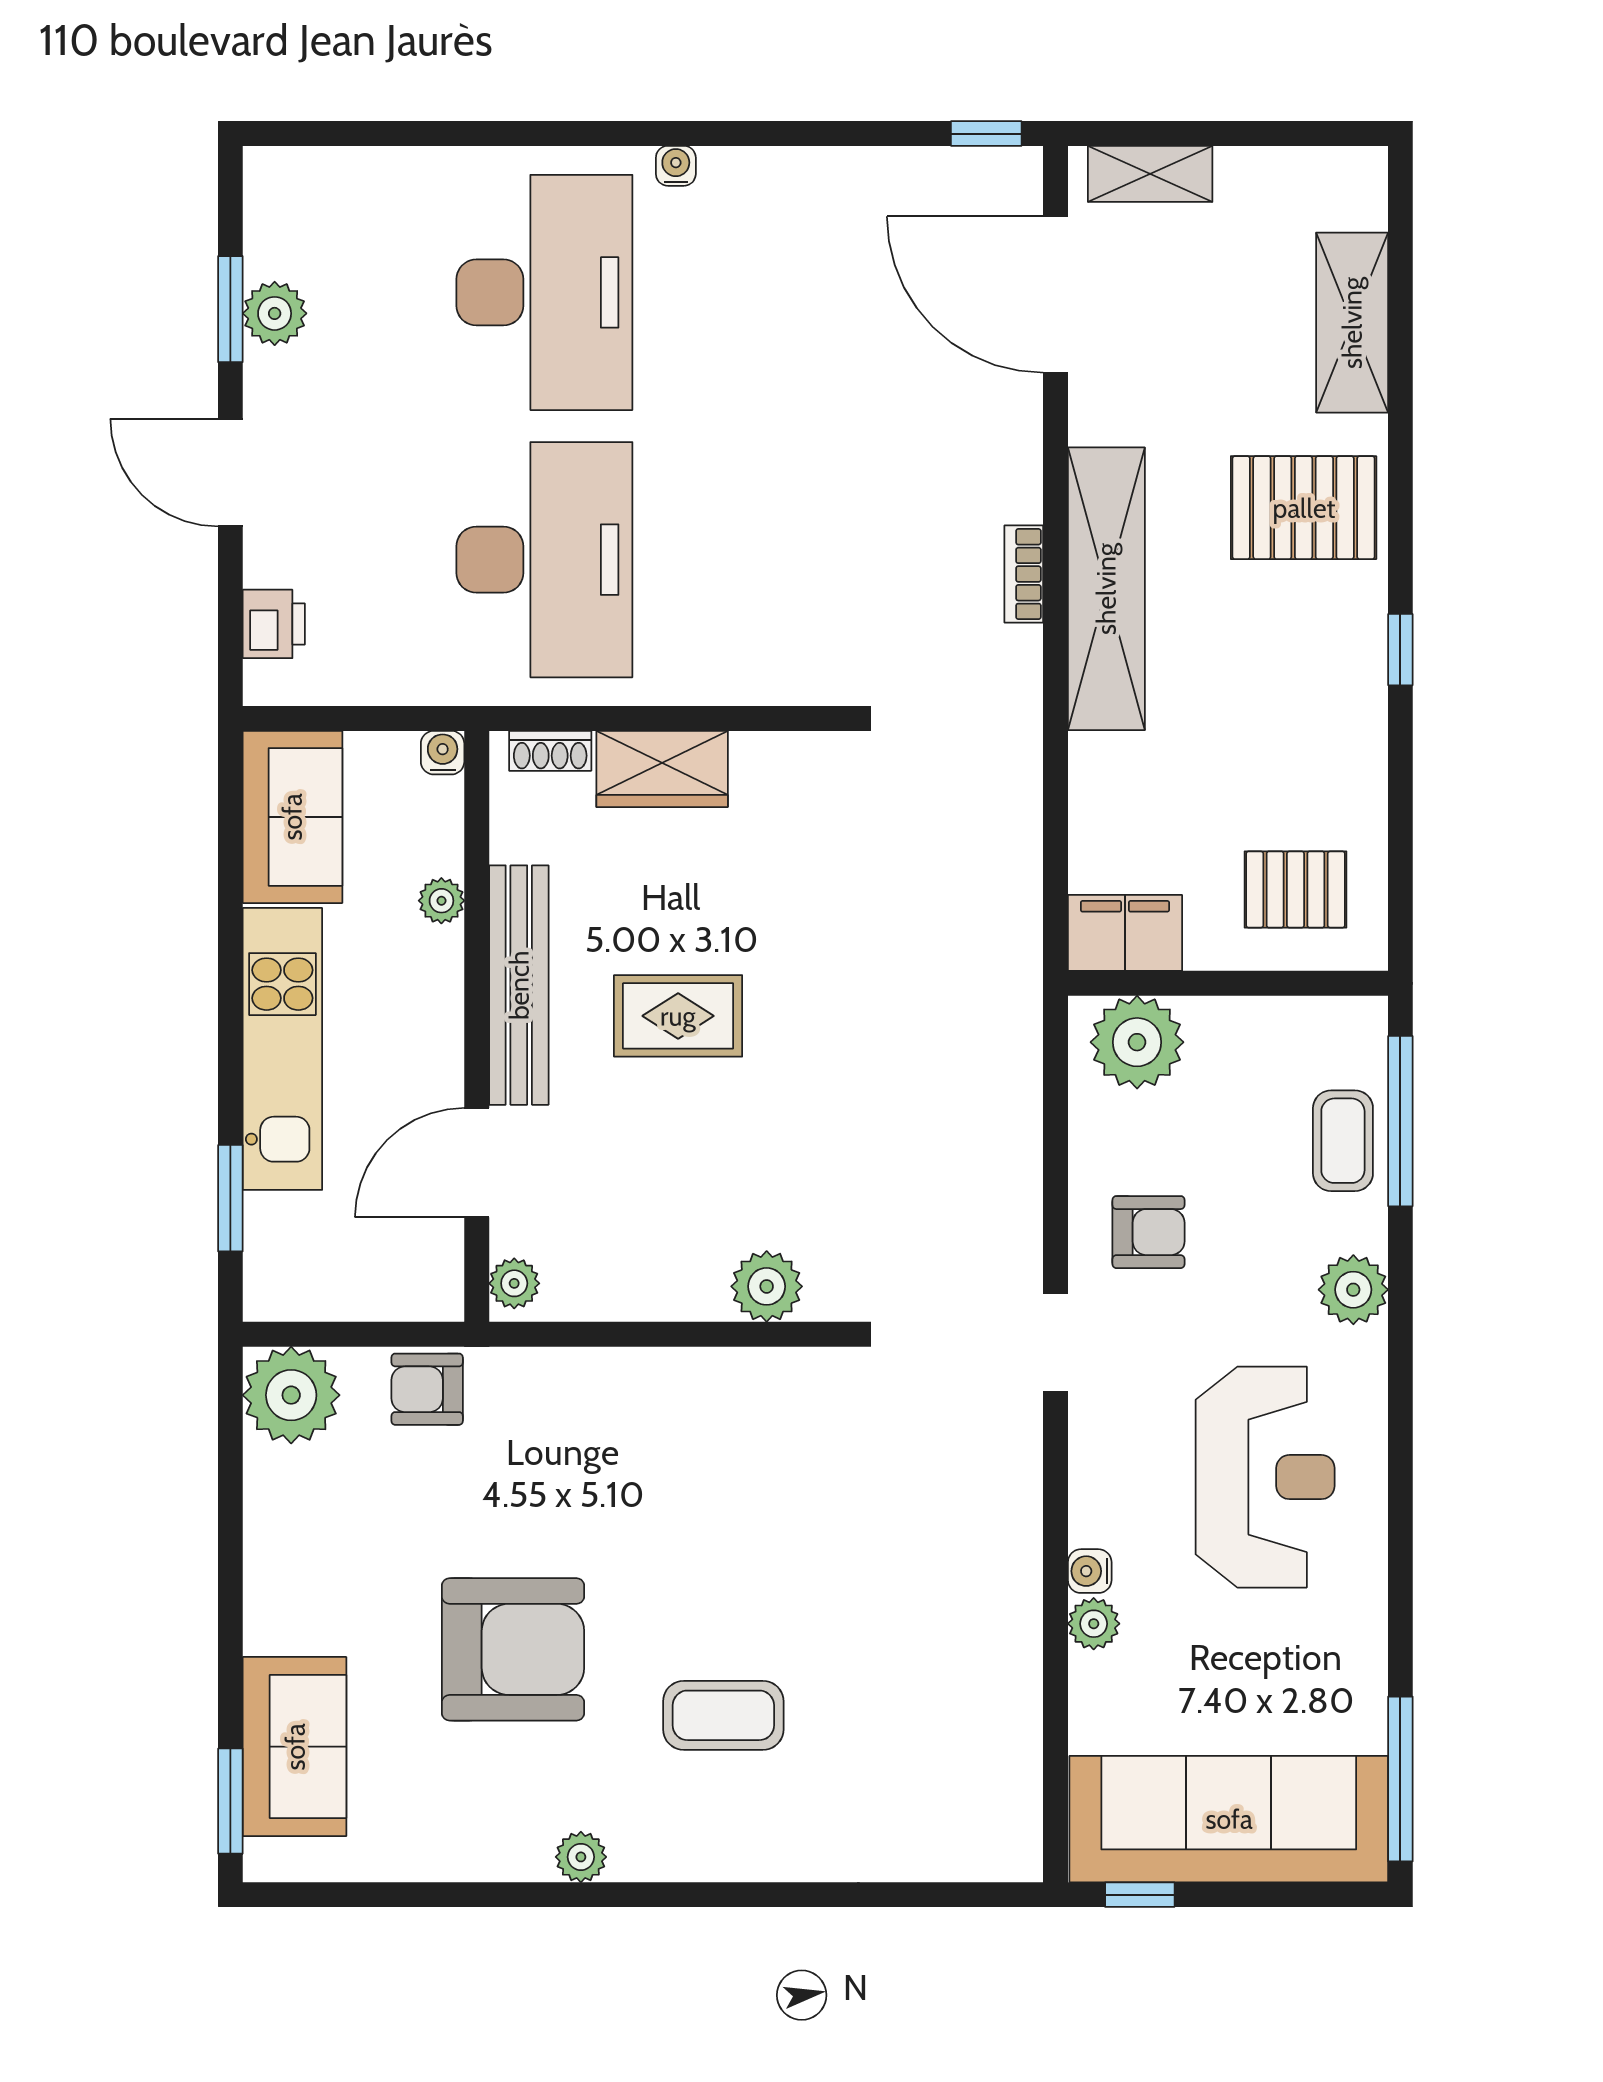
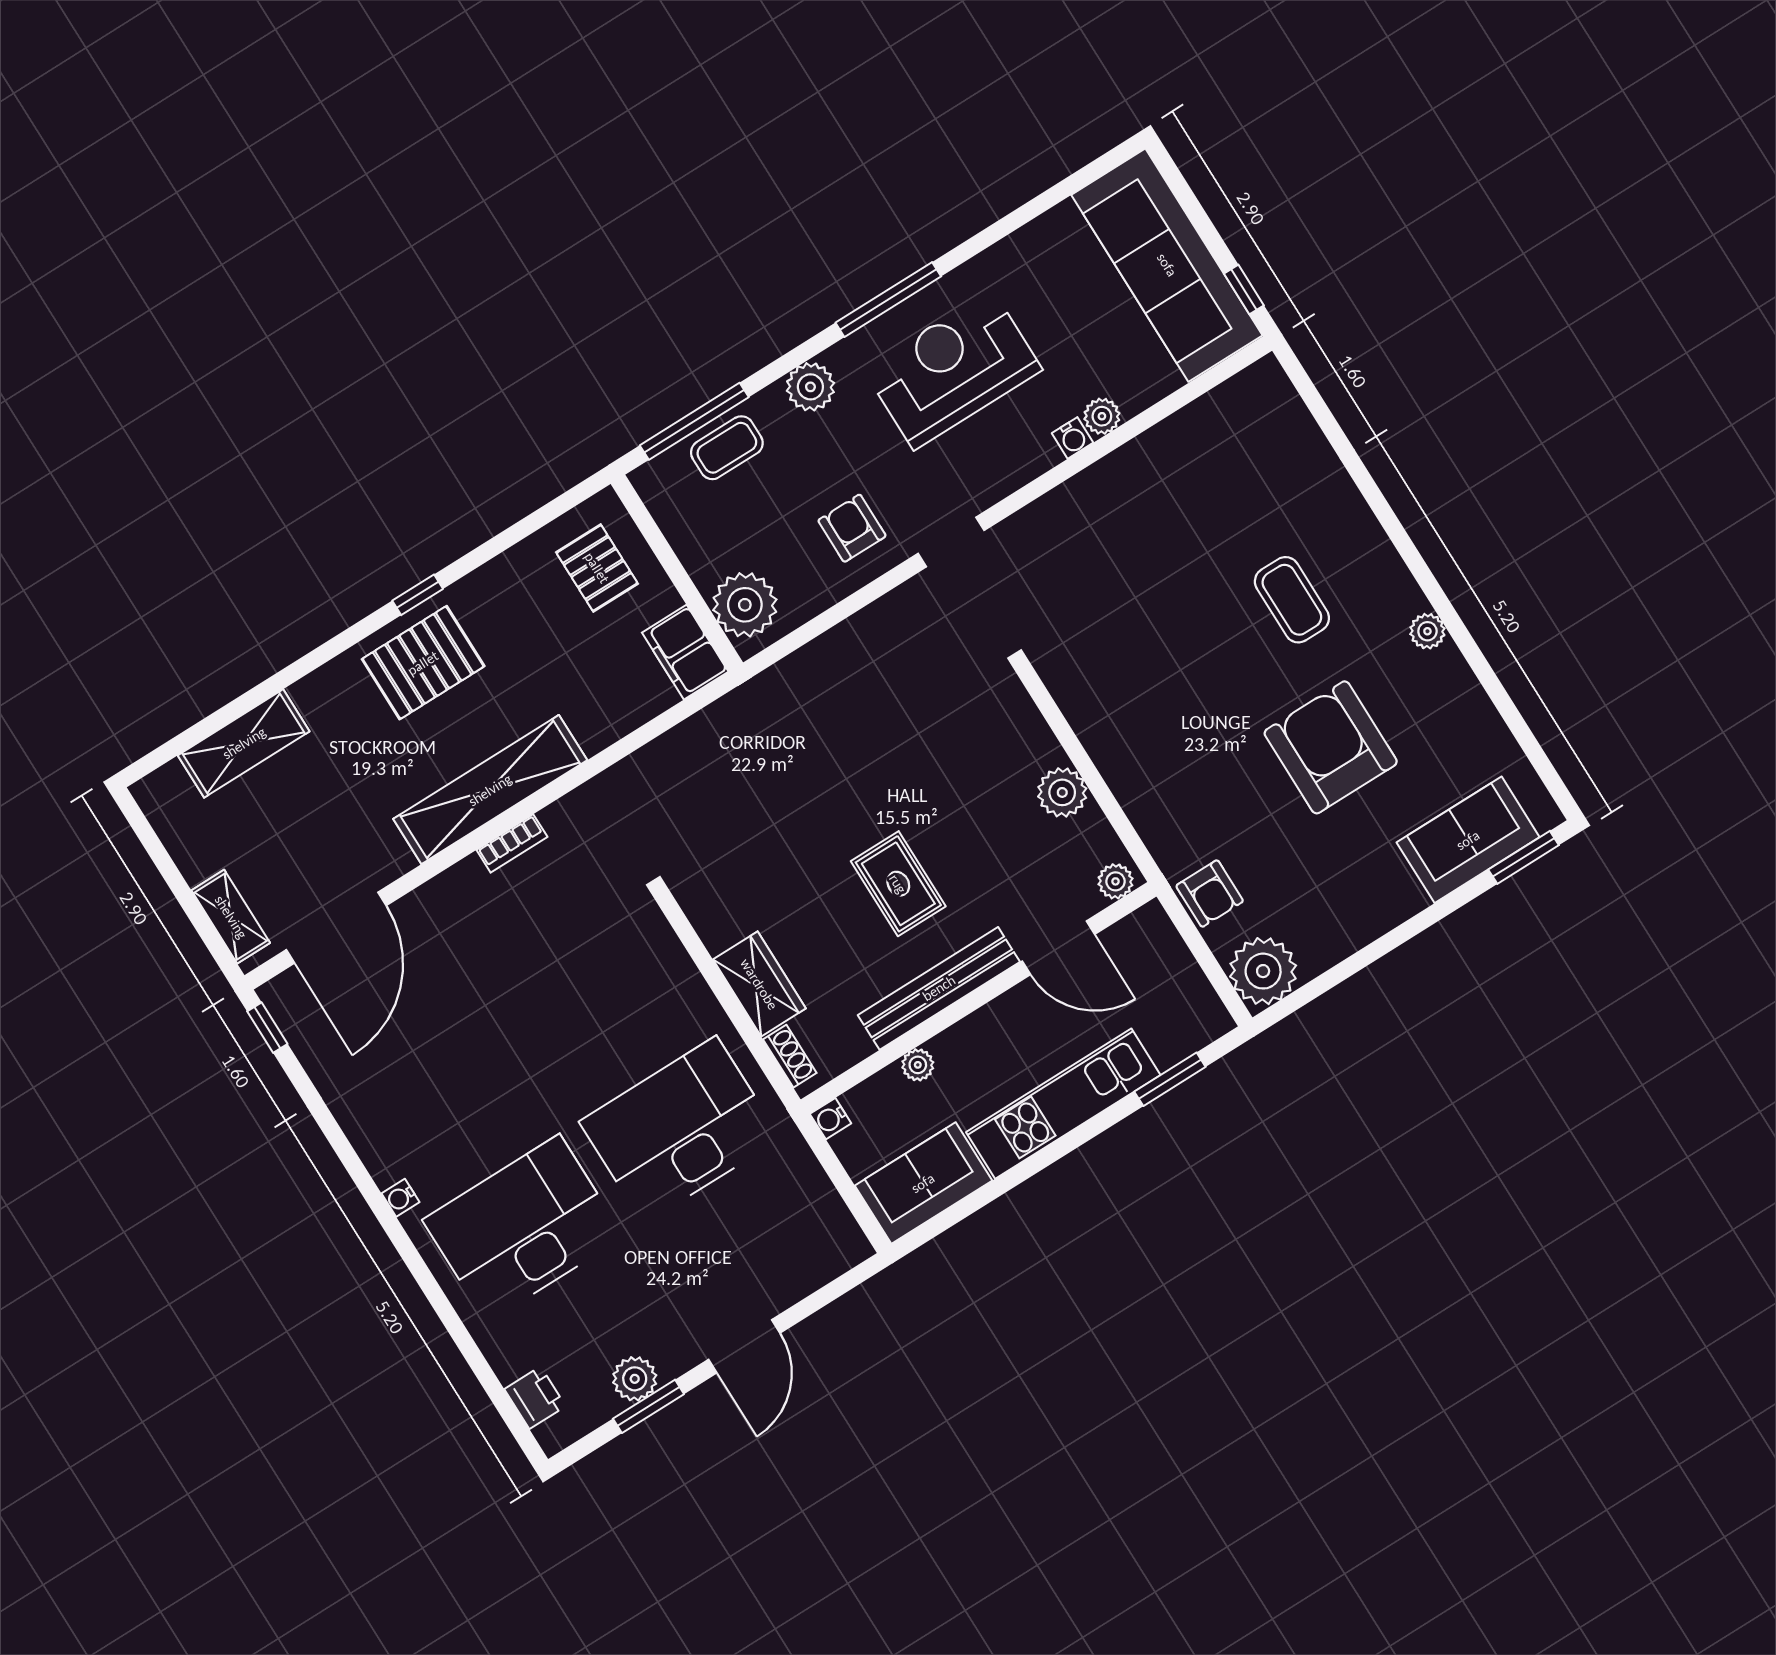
pallet: (1304, 508) -> (423, 663), moved, turned 90
printer: (274, 624) -> (535, 1398), moved, turned 90
plant: (767, 1286) -> (1062, 792), moved
window: (1400, 1779) -> (888, 300), moved

